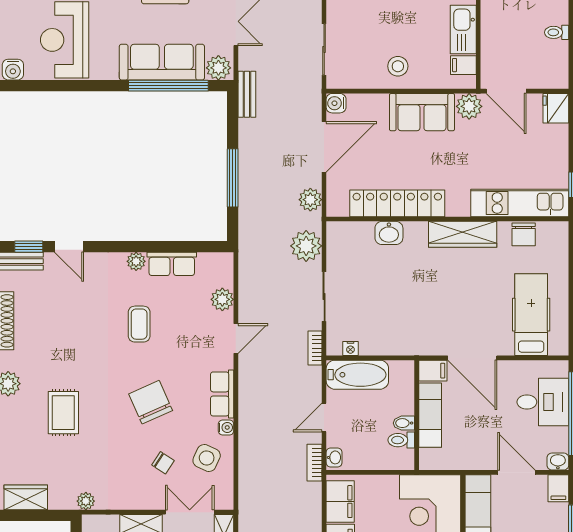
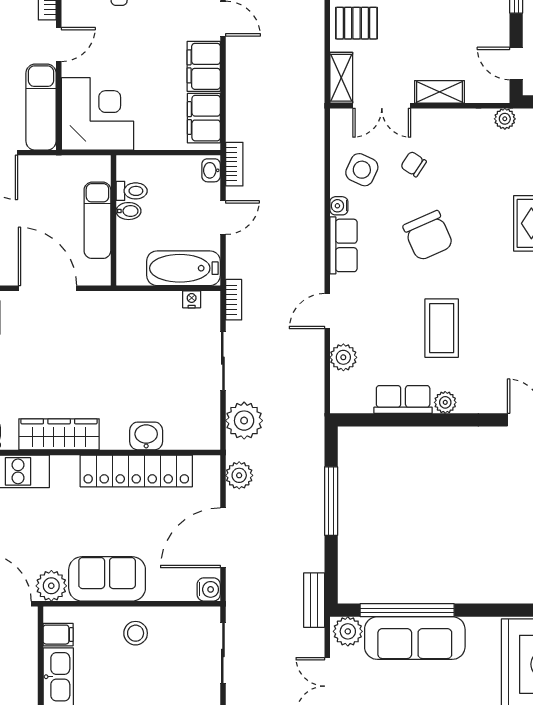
coffee table: (139, 324) -> (442, 328), width x1.36, depth x1.30
filing cabinet: (433, 371) -> (94, 273), removed

